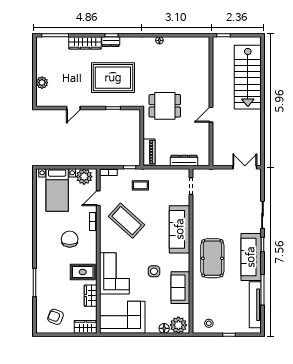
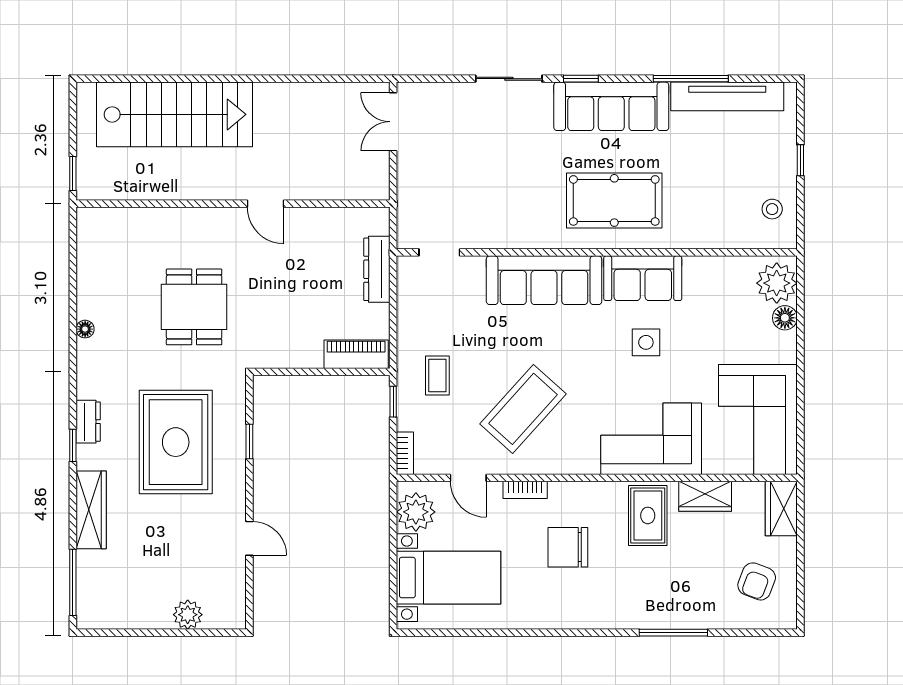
dresser: (111, 42) -> (88, 422), moved
dining table: (165, 106) -> (194, 307), moved
sofa: (180, 288) -> (643, 278), moved

